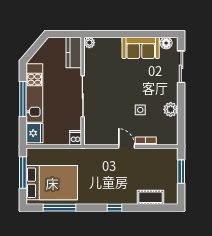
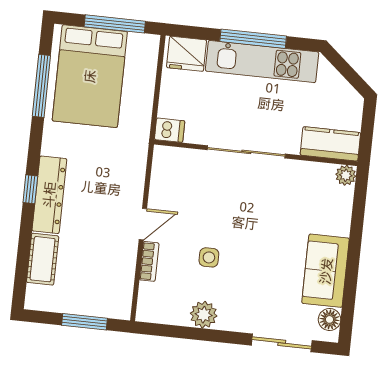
dresser: (116, 197) -> (49, 195), added

